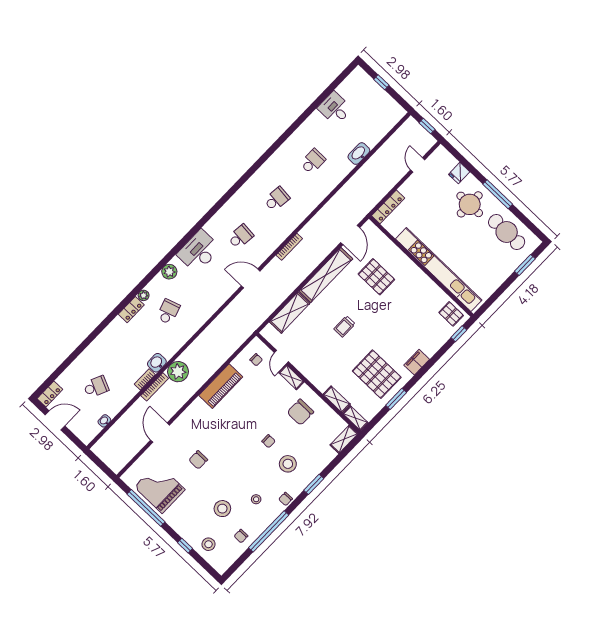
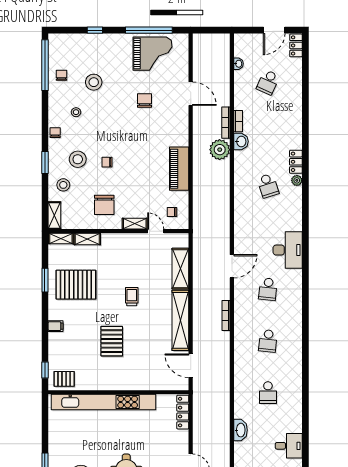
plant: (169, 272) -> (295, 215), removed
pallet: (376, 277) -> (112, 341), moved, turned 90
filing cabinet: (417, 362) -> (56, 326), width x0.50
chair: (300, 412) -> (104, 205), turned 180
window: (269, 531) -> (45, 65), moved
stool: (208, 544) -> (63, 185), moved

